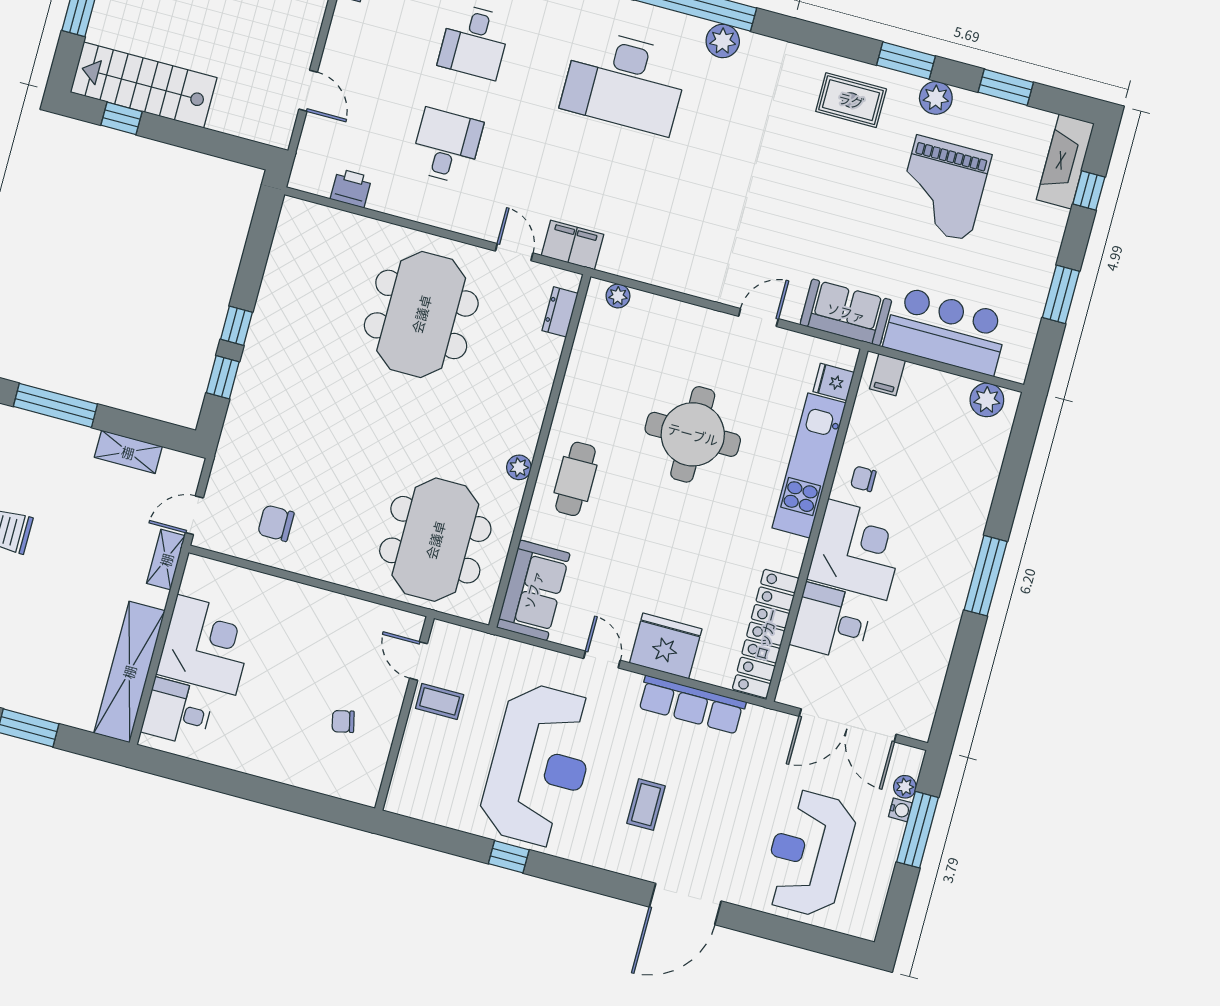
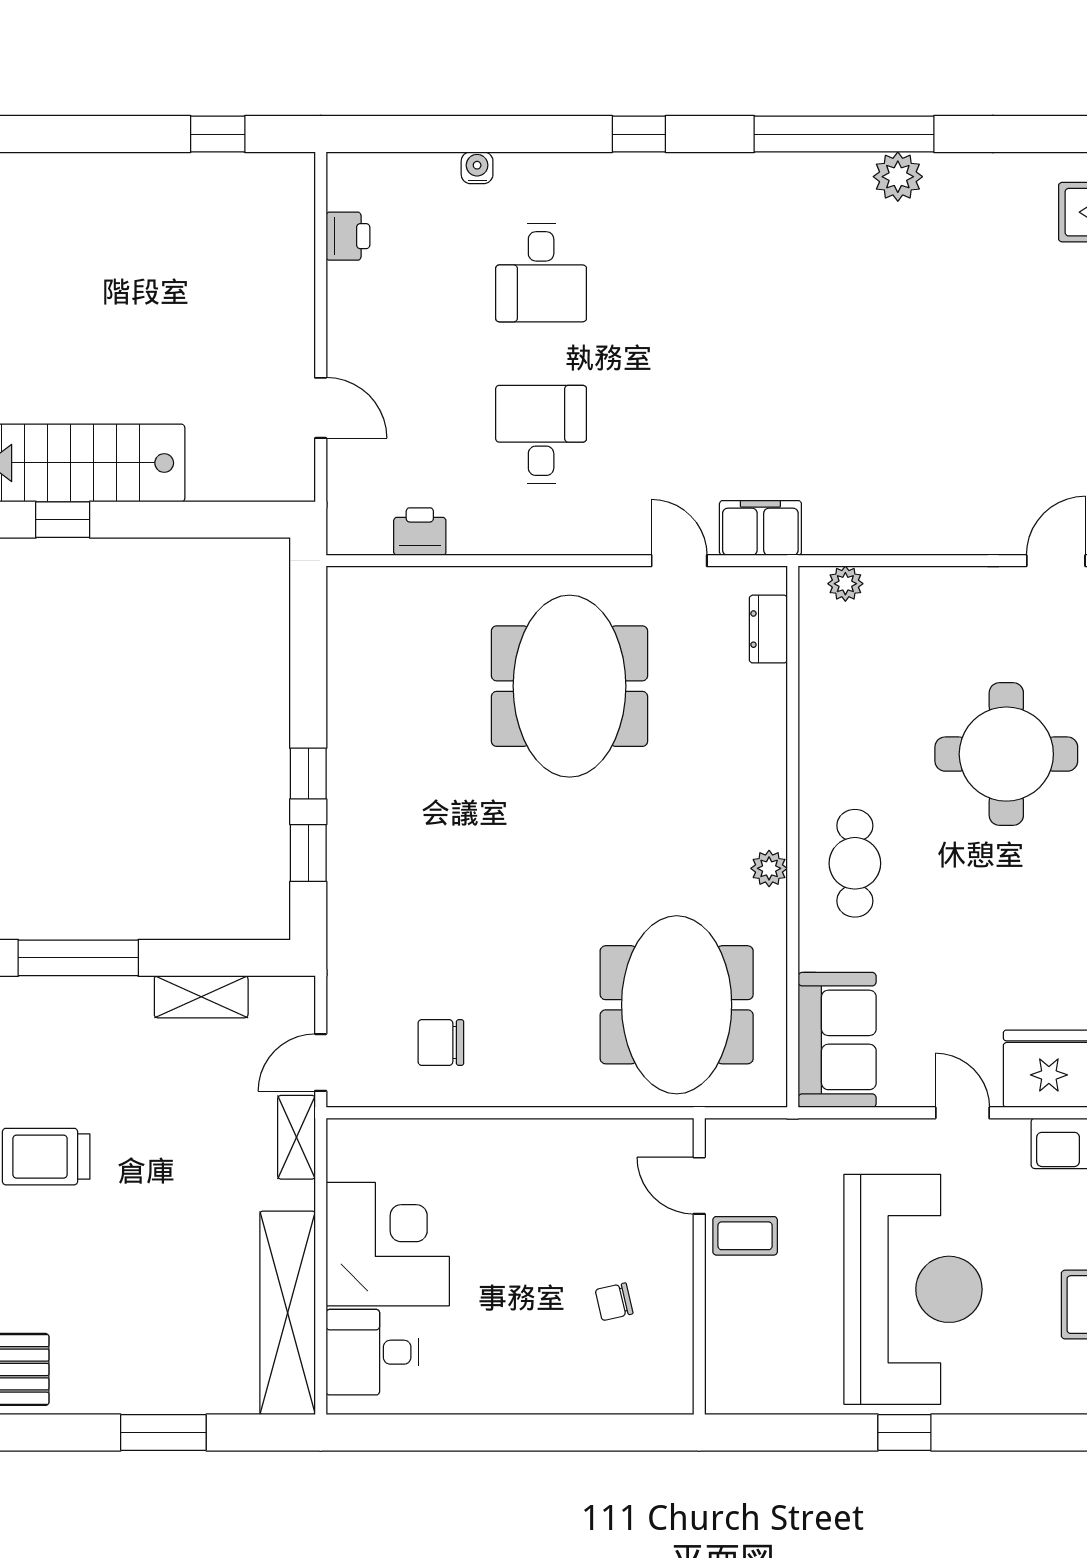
desk: (625, 82) -> (773, 273), removed

